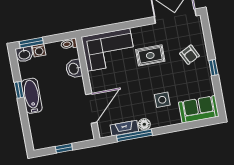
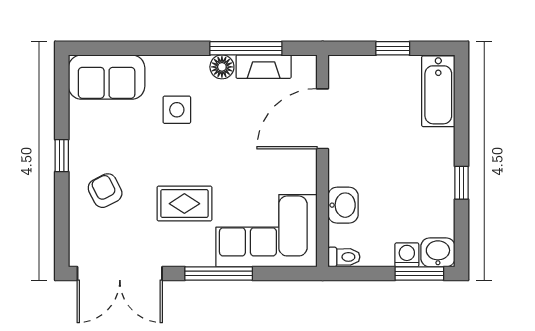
window: (128, 25) -> (219, 273), added
bathtub: (32, 96) -> (438, 91), moved

